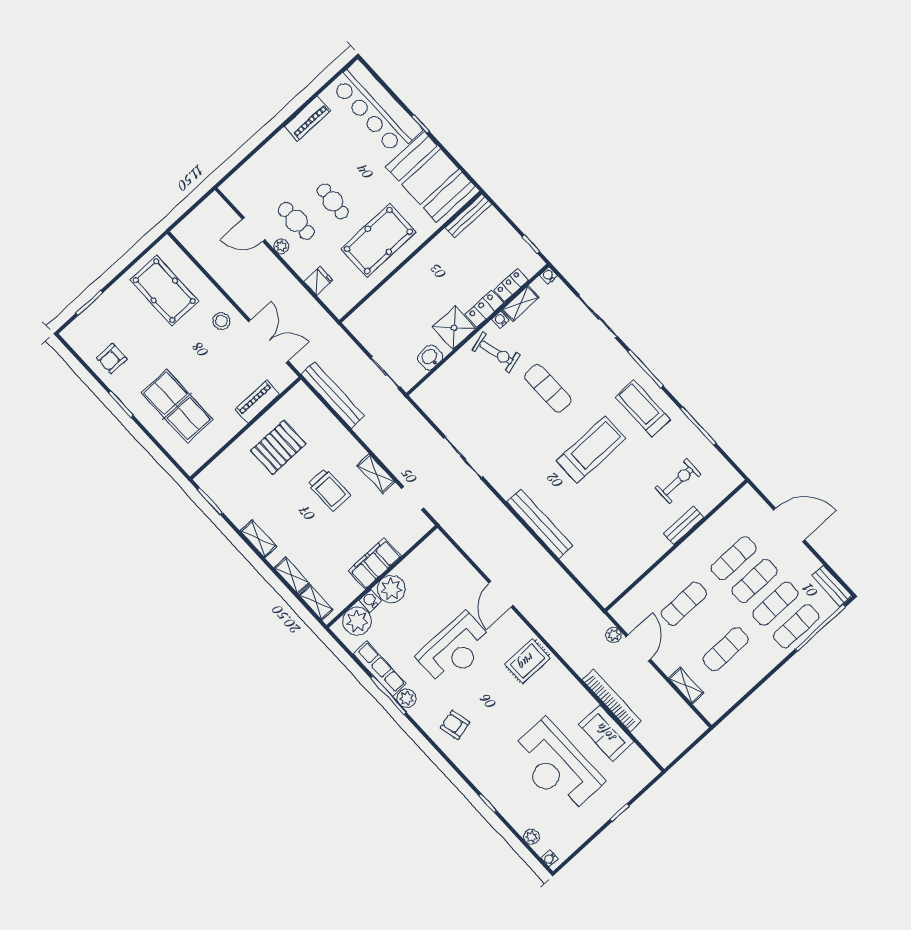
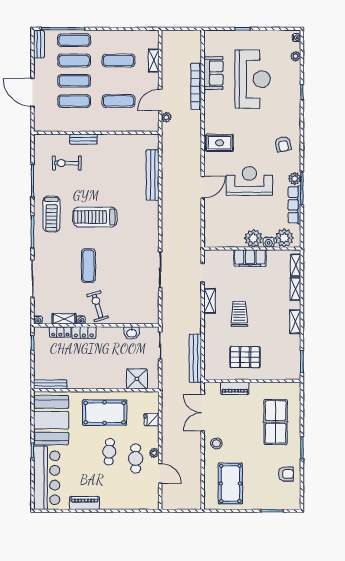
shower: (454, 328) -> (137, 379), moved
bench: (540, 524) -> (153, 175), moved

